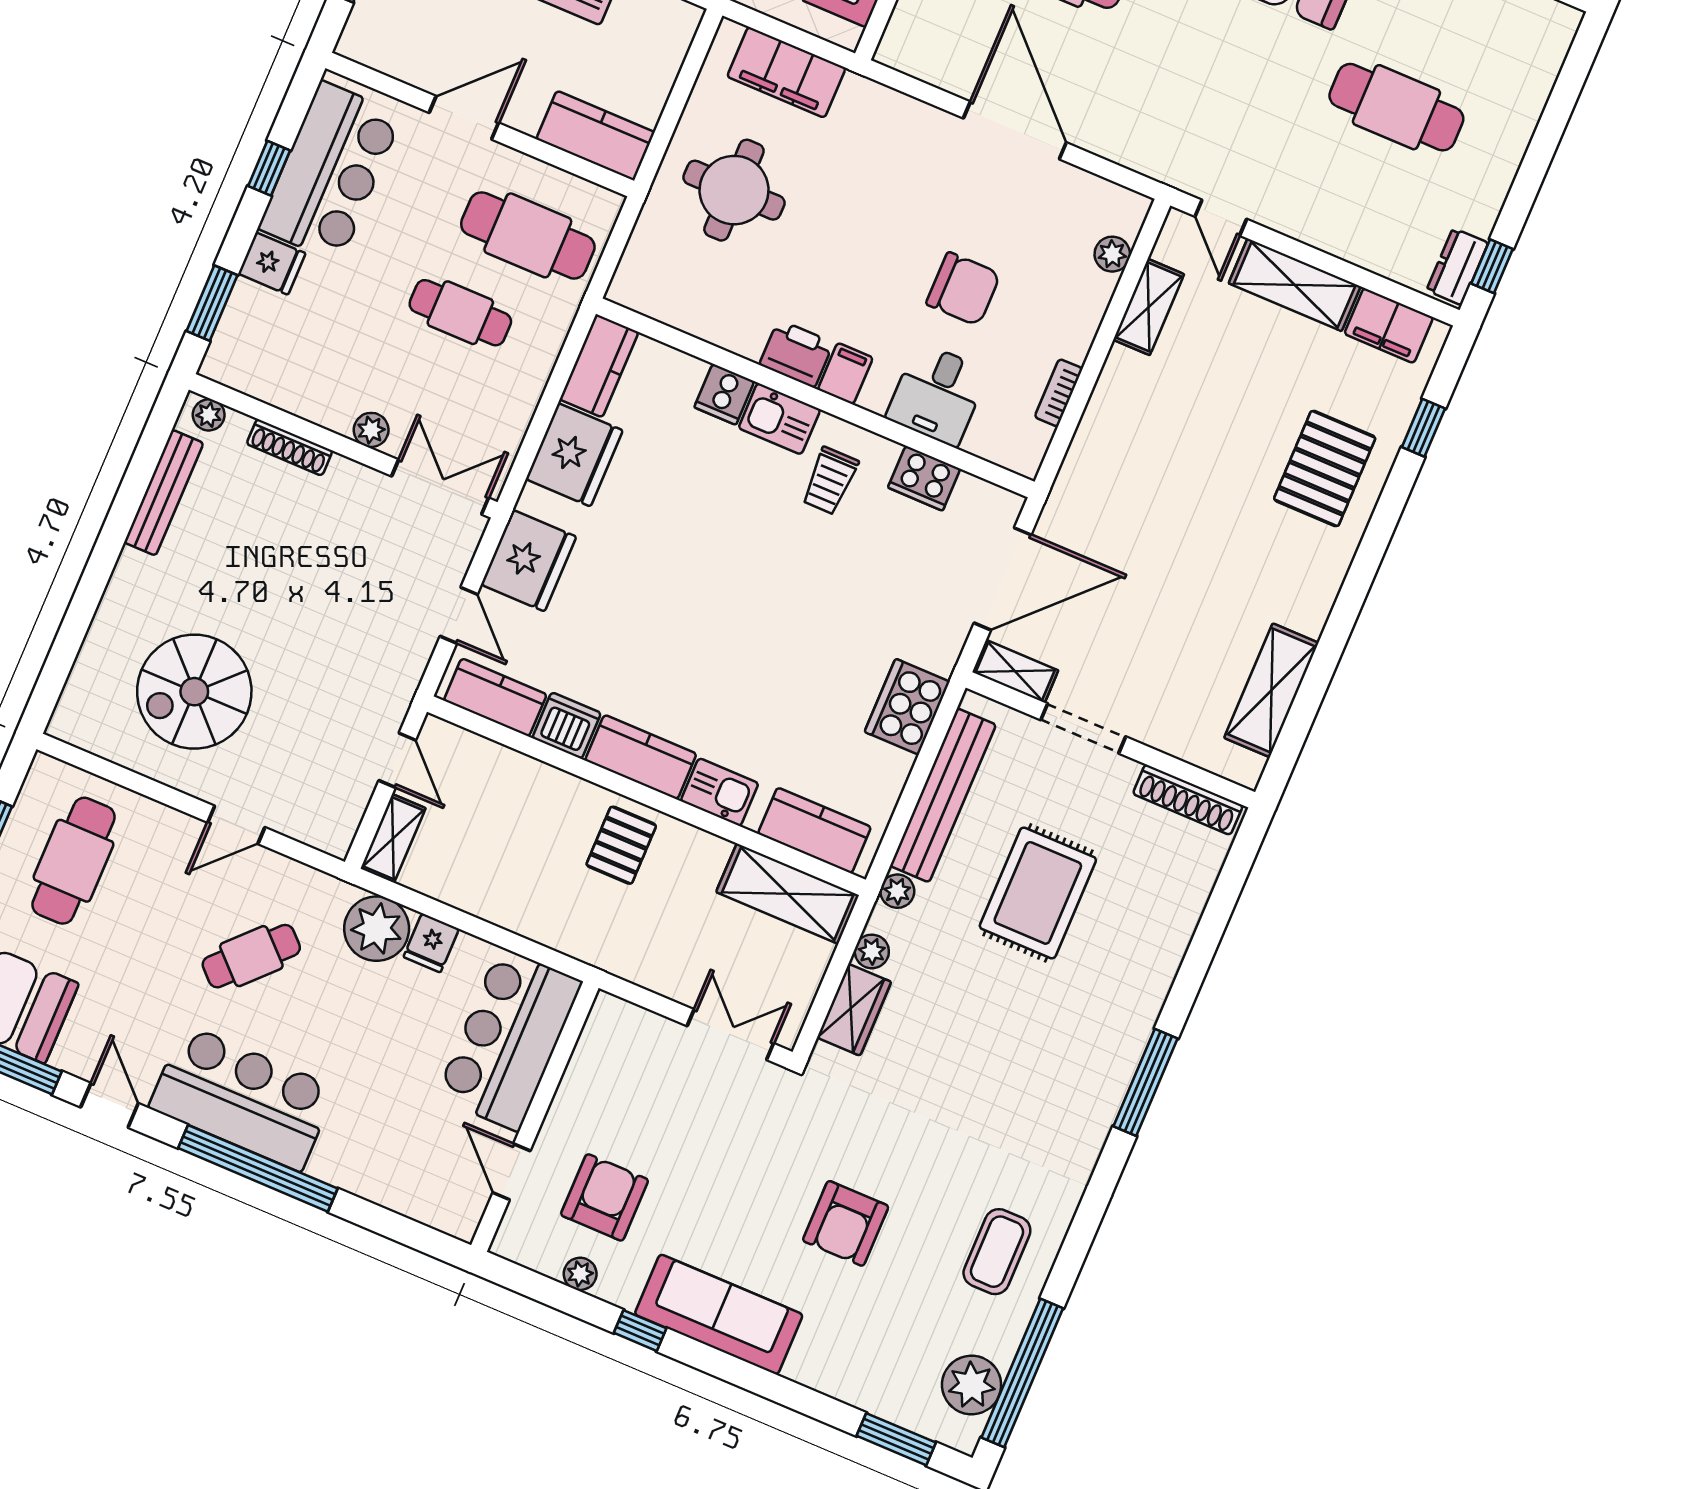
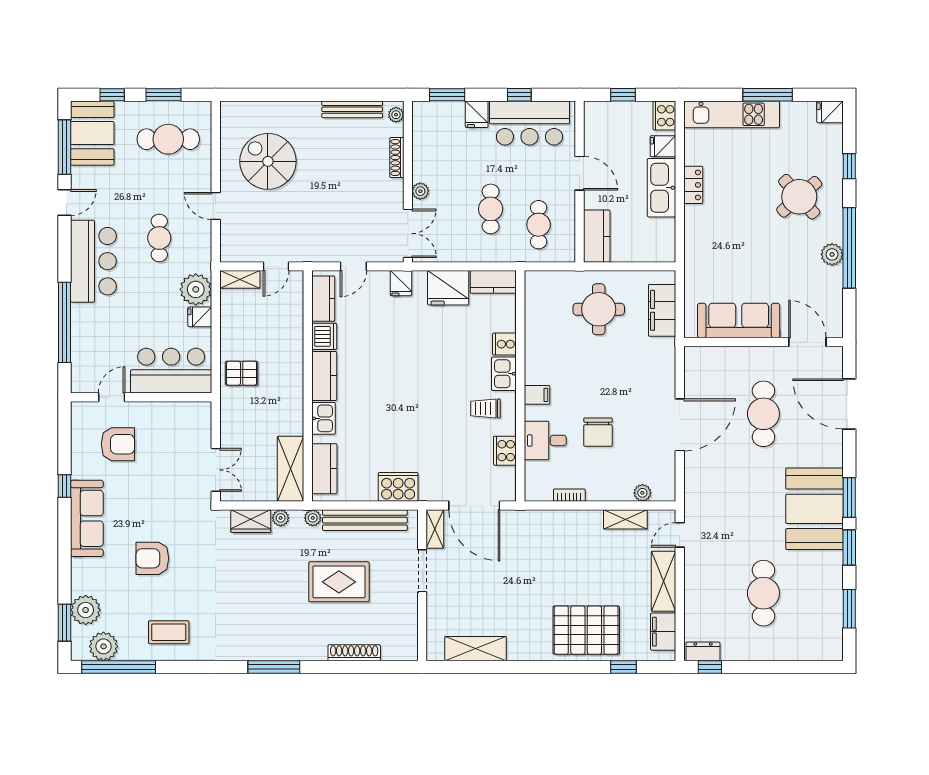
cafe table: (528, 235) -> (539, 225), width x0.73, depth x0.74
printer: (796, 354) -> (537, 369), removed
pallet: (1325, 469) -> (586, 630), width x1.37, depth x1.41
fridge: (529, 561) -> (401, 283), width x0.53, depth x0.75
shoe rack: (1188, 800) -> (354, 653), moved, turned 90
pallet: (621, 845) -> (242, 373), moved
cafe table: (251, 956) -> (159, 238), turned 46
window: (258, 1168) -> (64, 322), moved
plant: (580, 1274) -> (86, 610), moved, width x1.88, depth x1.88

